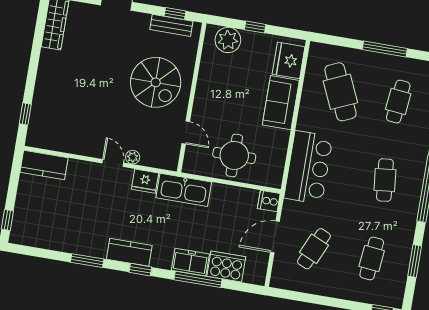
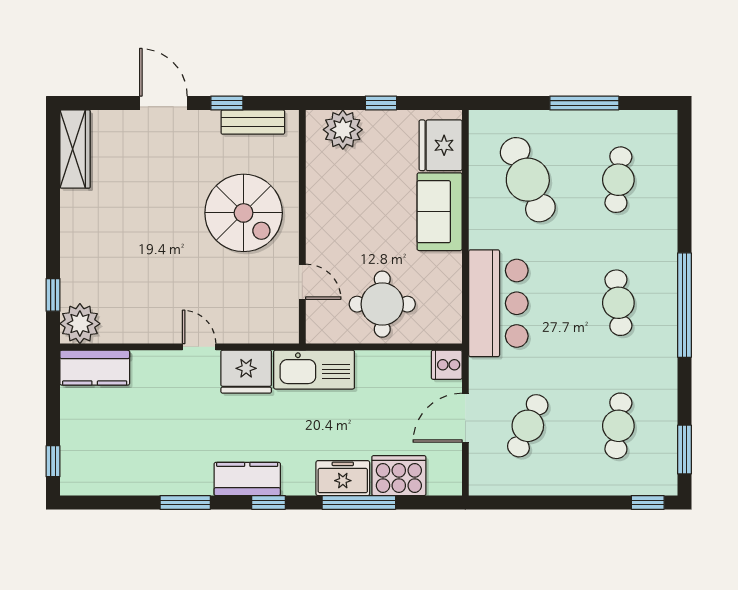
window: (175, 14) -> (227, 103), moved
plant: (133, 157) -> (80, 324), moved, width x1.88, depth x1.88
fridge: (145, 181) -> (246, 372), width x1.36, depth x1.34
window: (415, 261) -> (684, 450), moved

